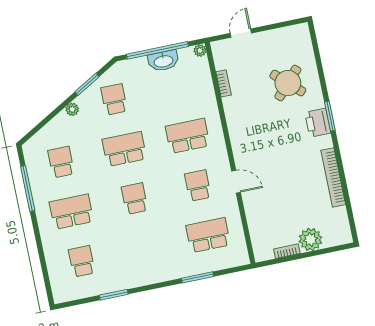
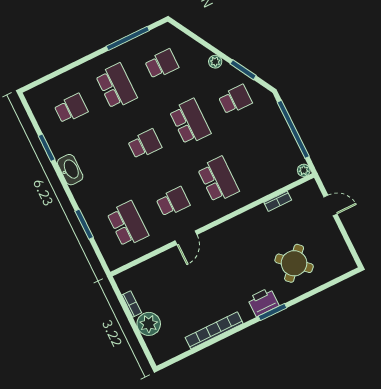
washbasin: (163, 61) -> (70, 170), moved, turned 180

